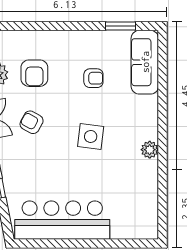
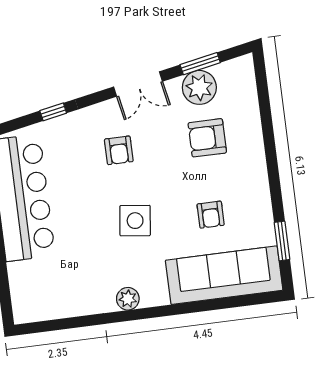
sofa: (145, 62) -> (224, 275), width x1.36, depth x1.27
armchair: (32, 122) -> (119, 150), moved, turned 151

